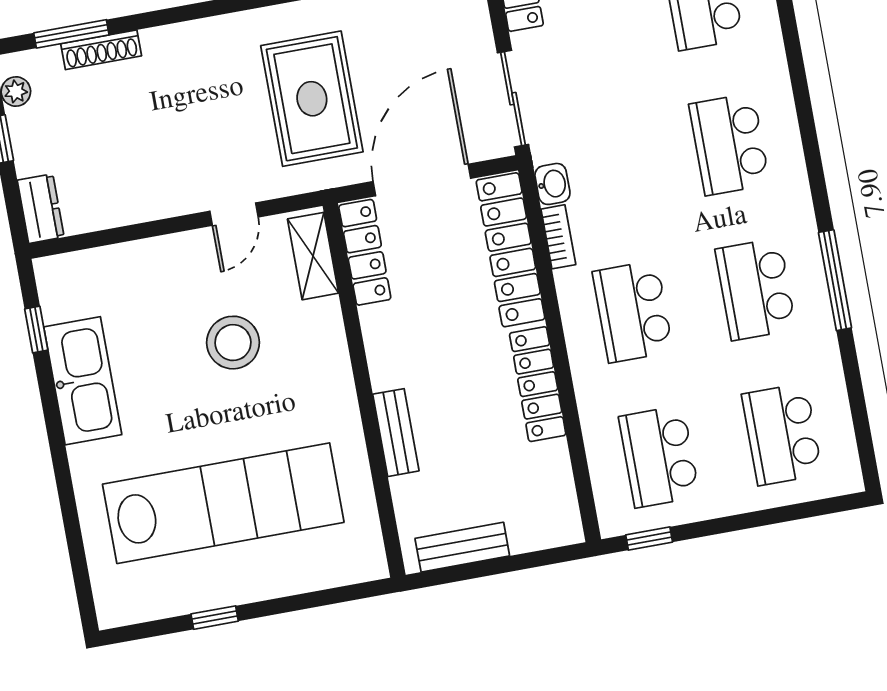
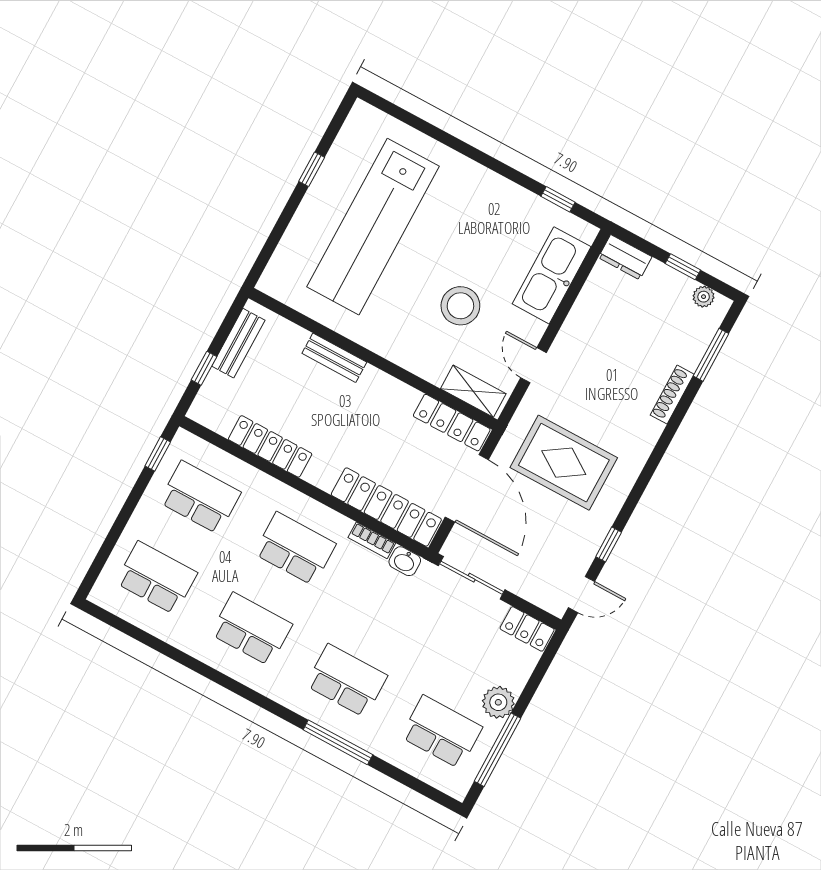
shoe rack: (101, 50) -> (672, 395), moved
window: (835, 280) -> (338, 742), moved
kitchen sink: (83, 381) -> (552, 275), moved, turned 90
locker: (538, 384) -> (270, 446), moved
window: (518, 562) -> (204, 368), added

